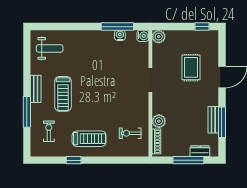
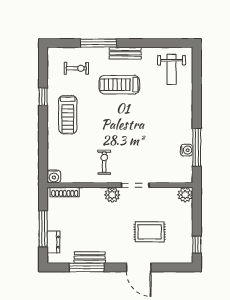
water cooler: (143, 36) -> (54, 176), moved
plant: (159, 121) -> (112, 195), moved
exercise bike: (130, 133) -> (104, 162), moved

